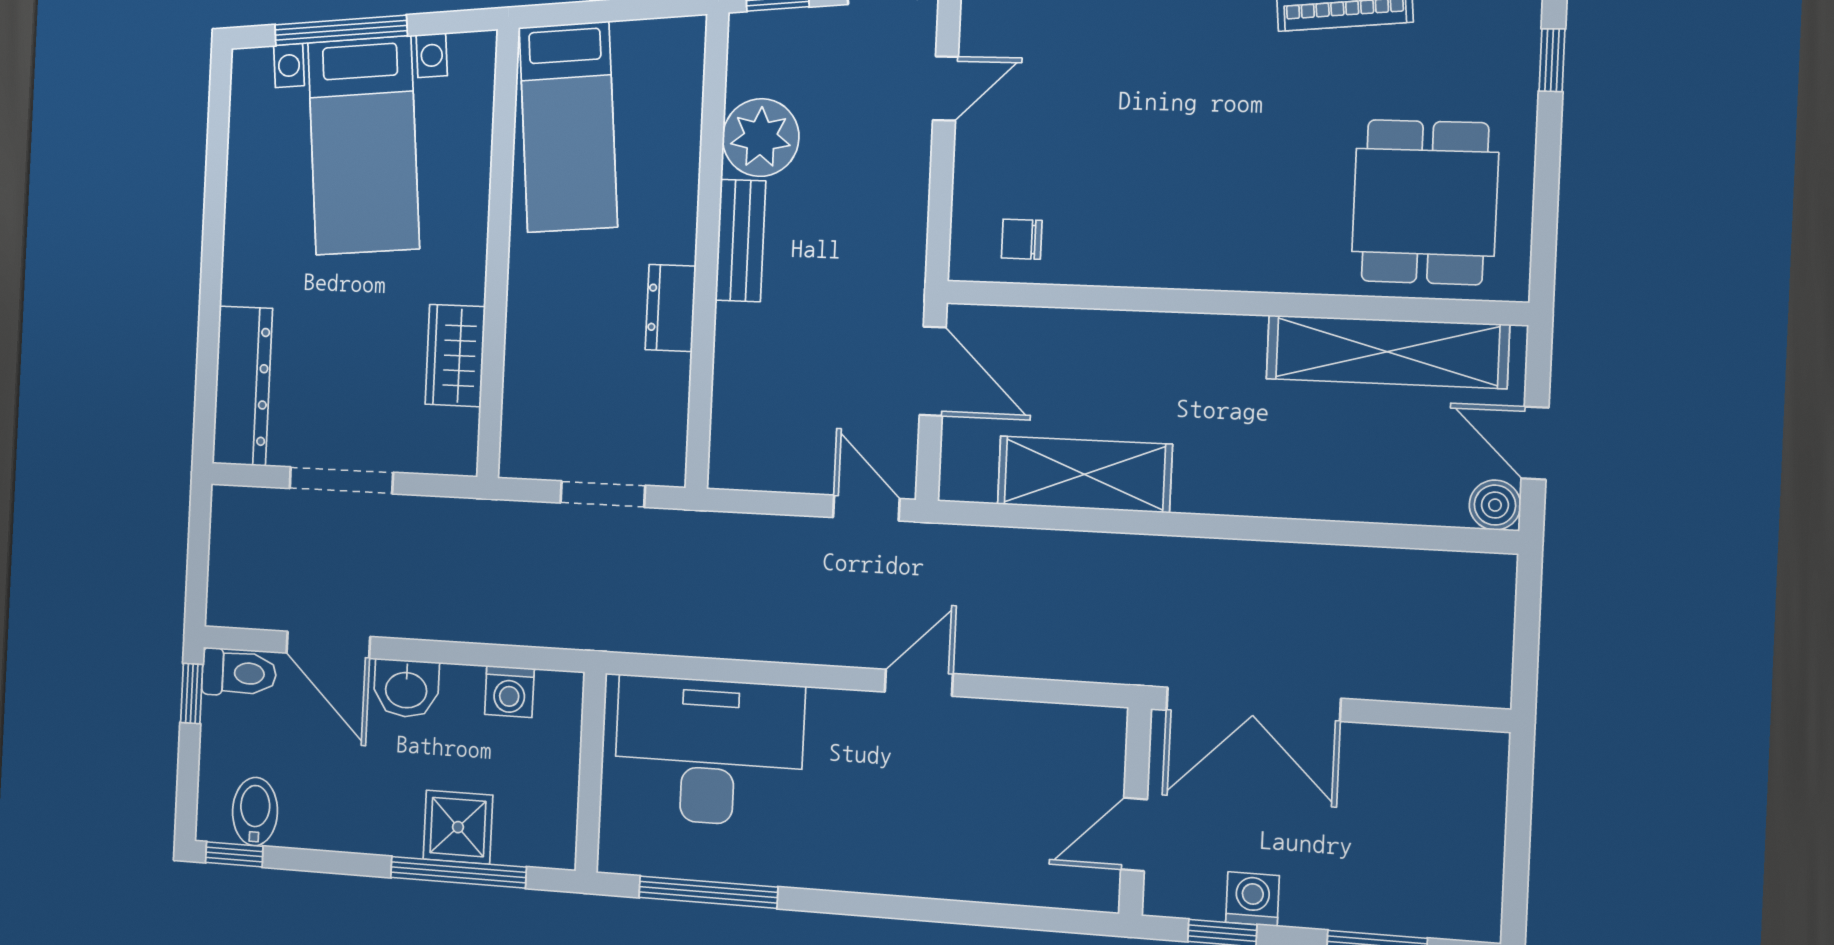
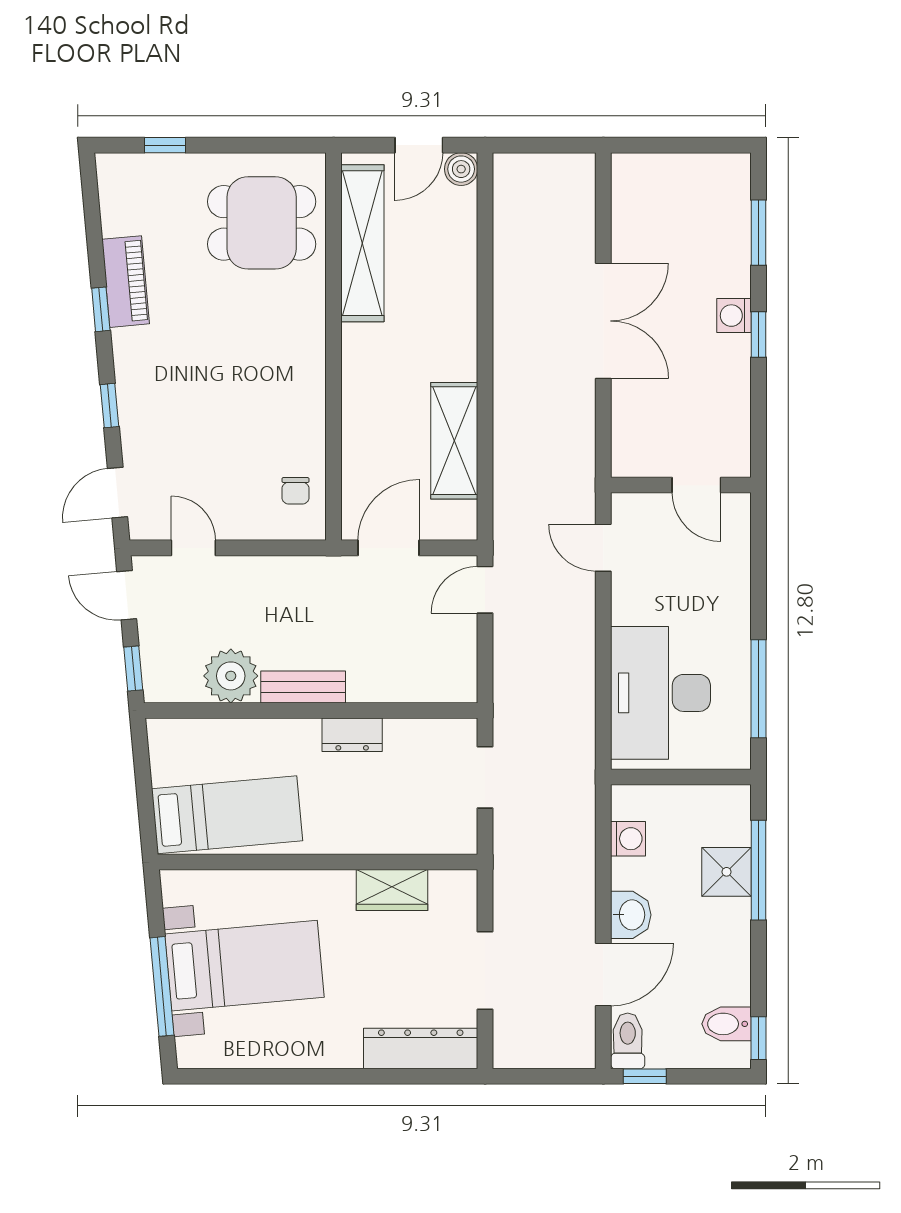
wall: (1135, 811) -> (681, 485), moved
door: (1134, 834) -> (696, 485), moved

